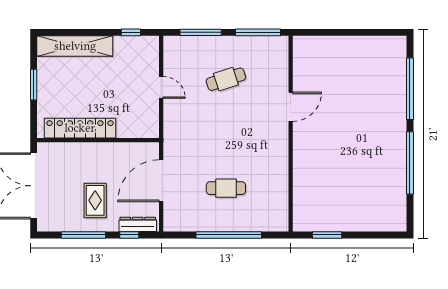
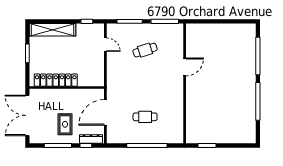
door: (161, 87) -> (105, 45), moved

